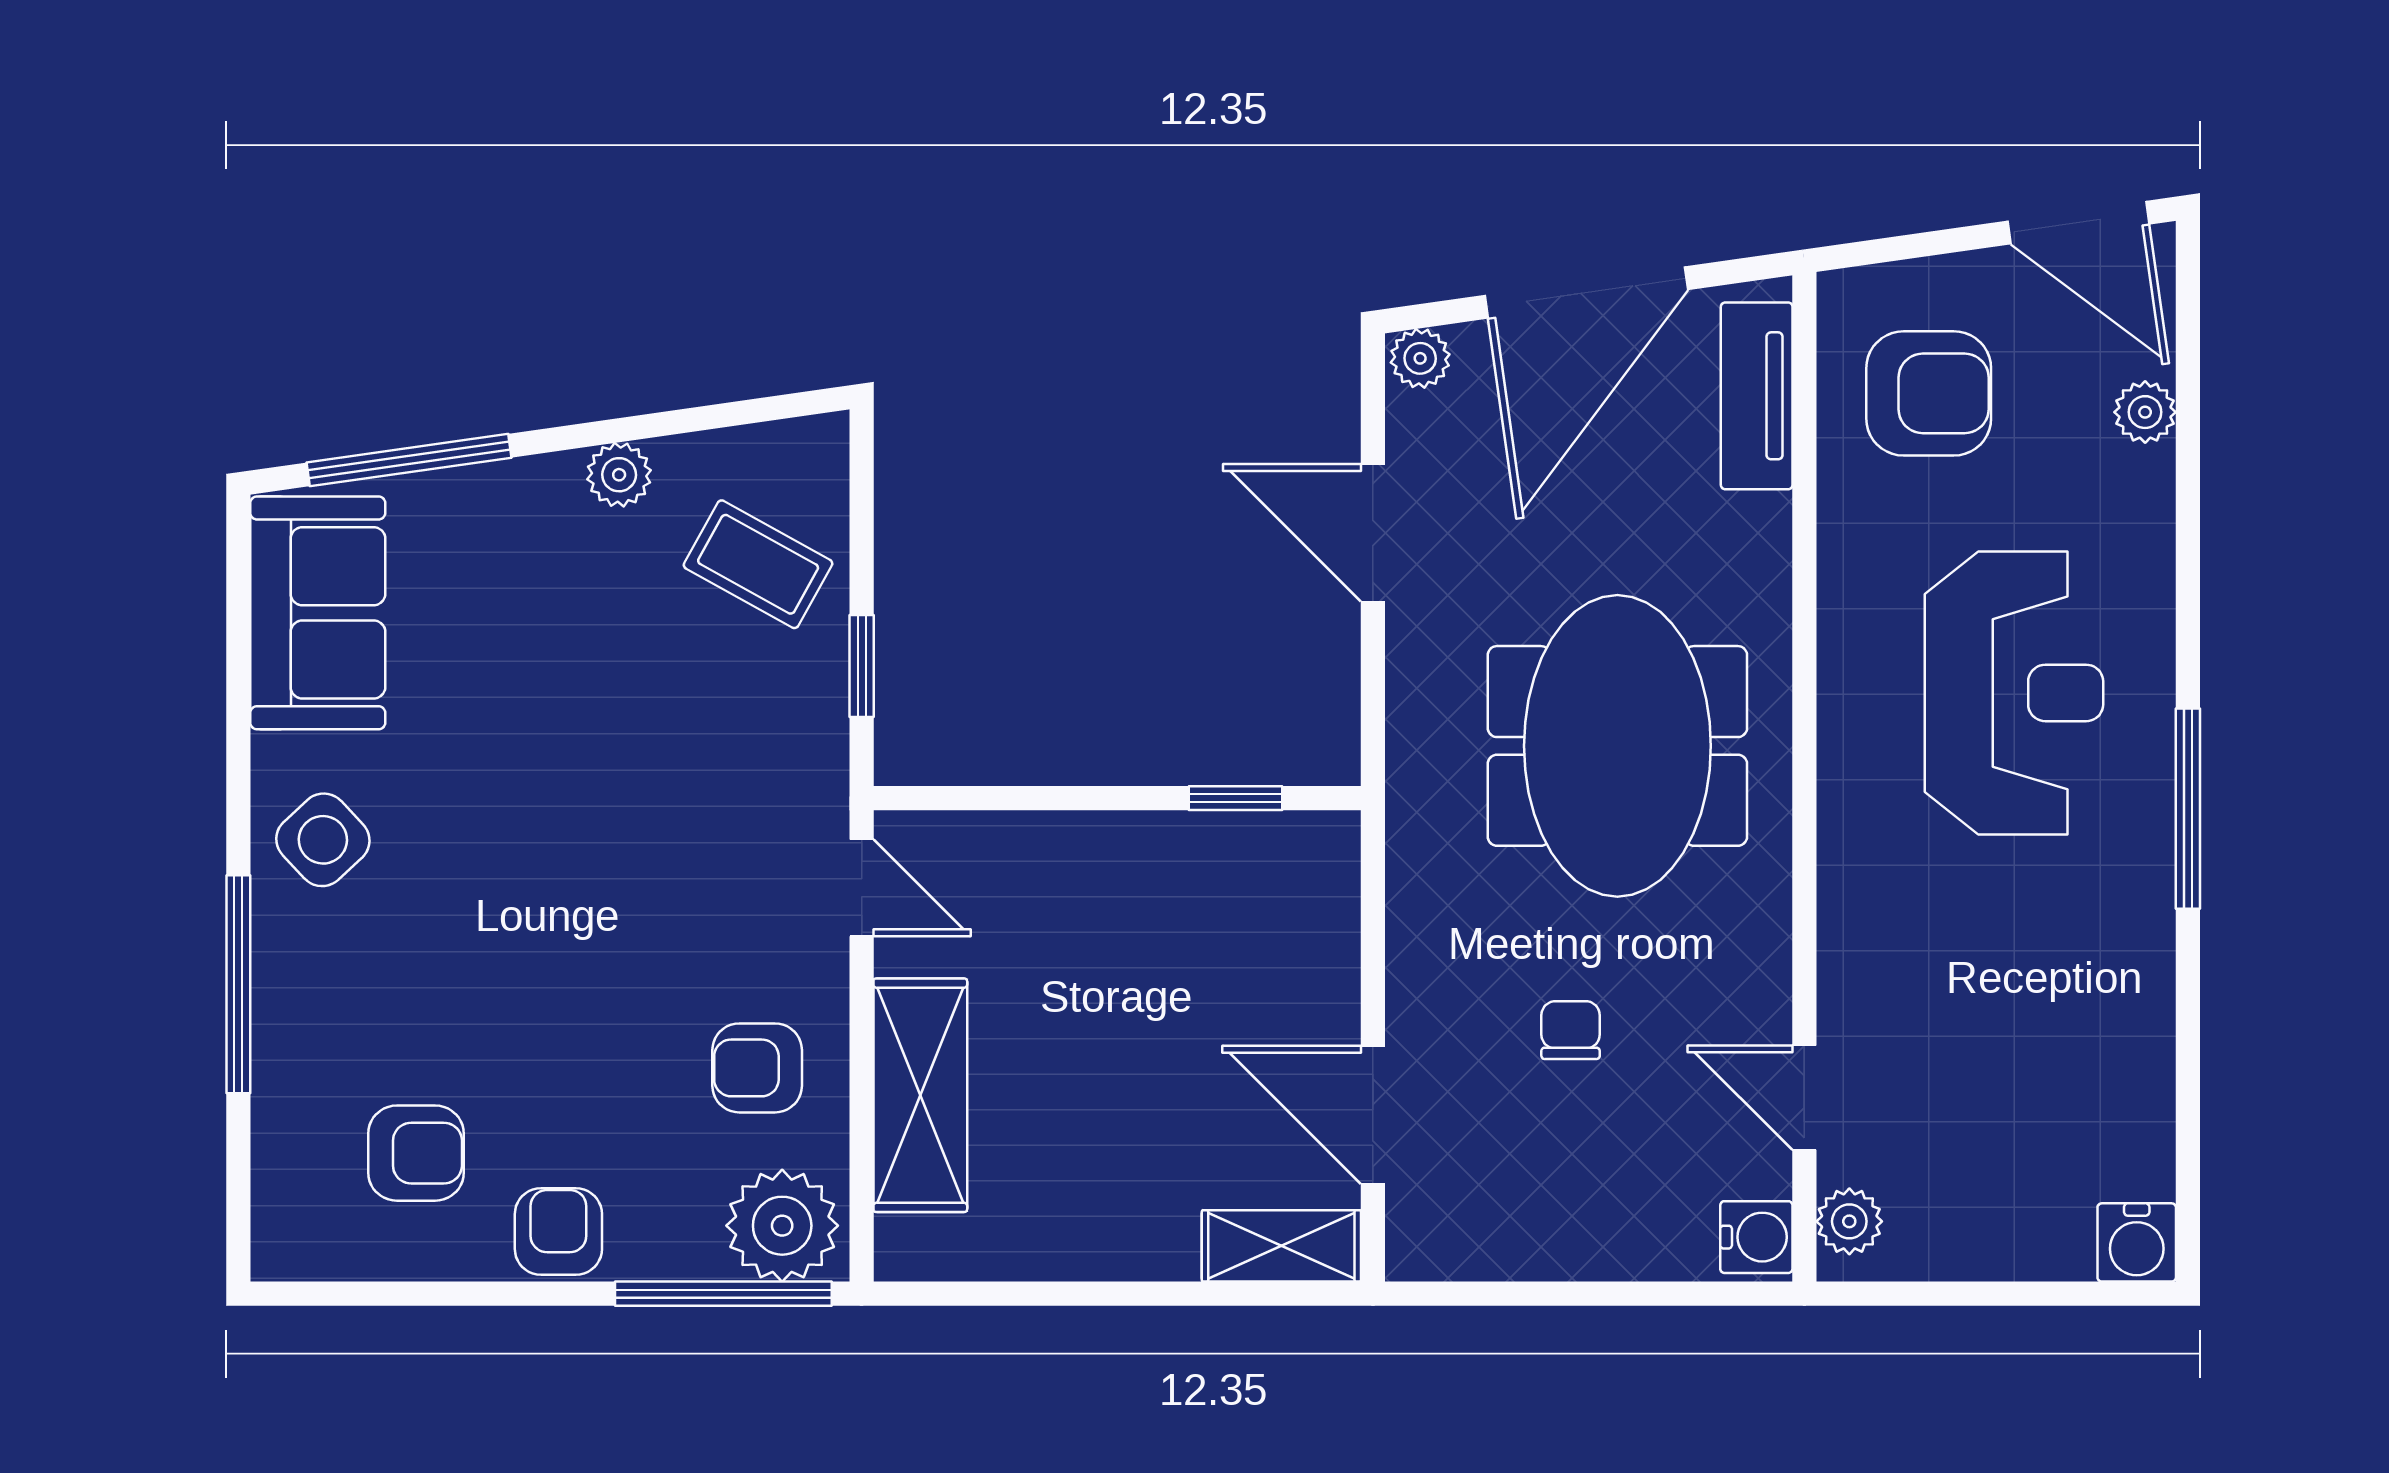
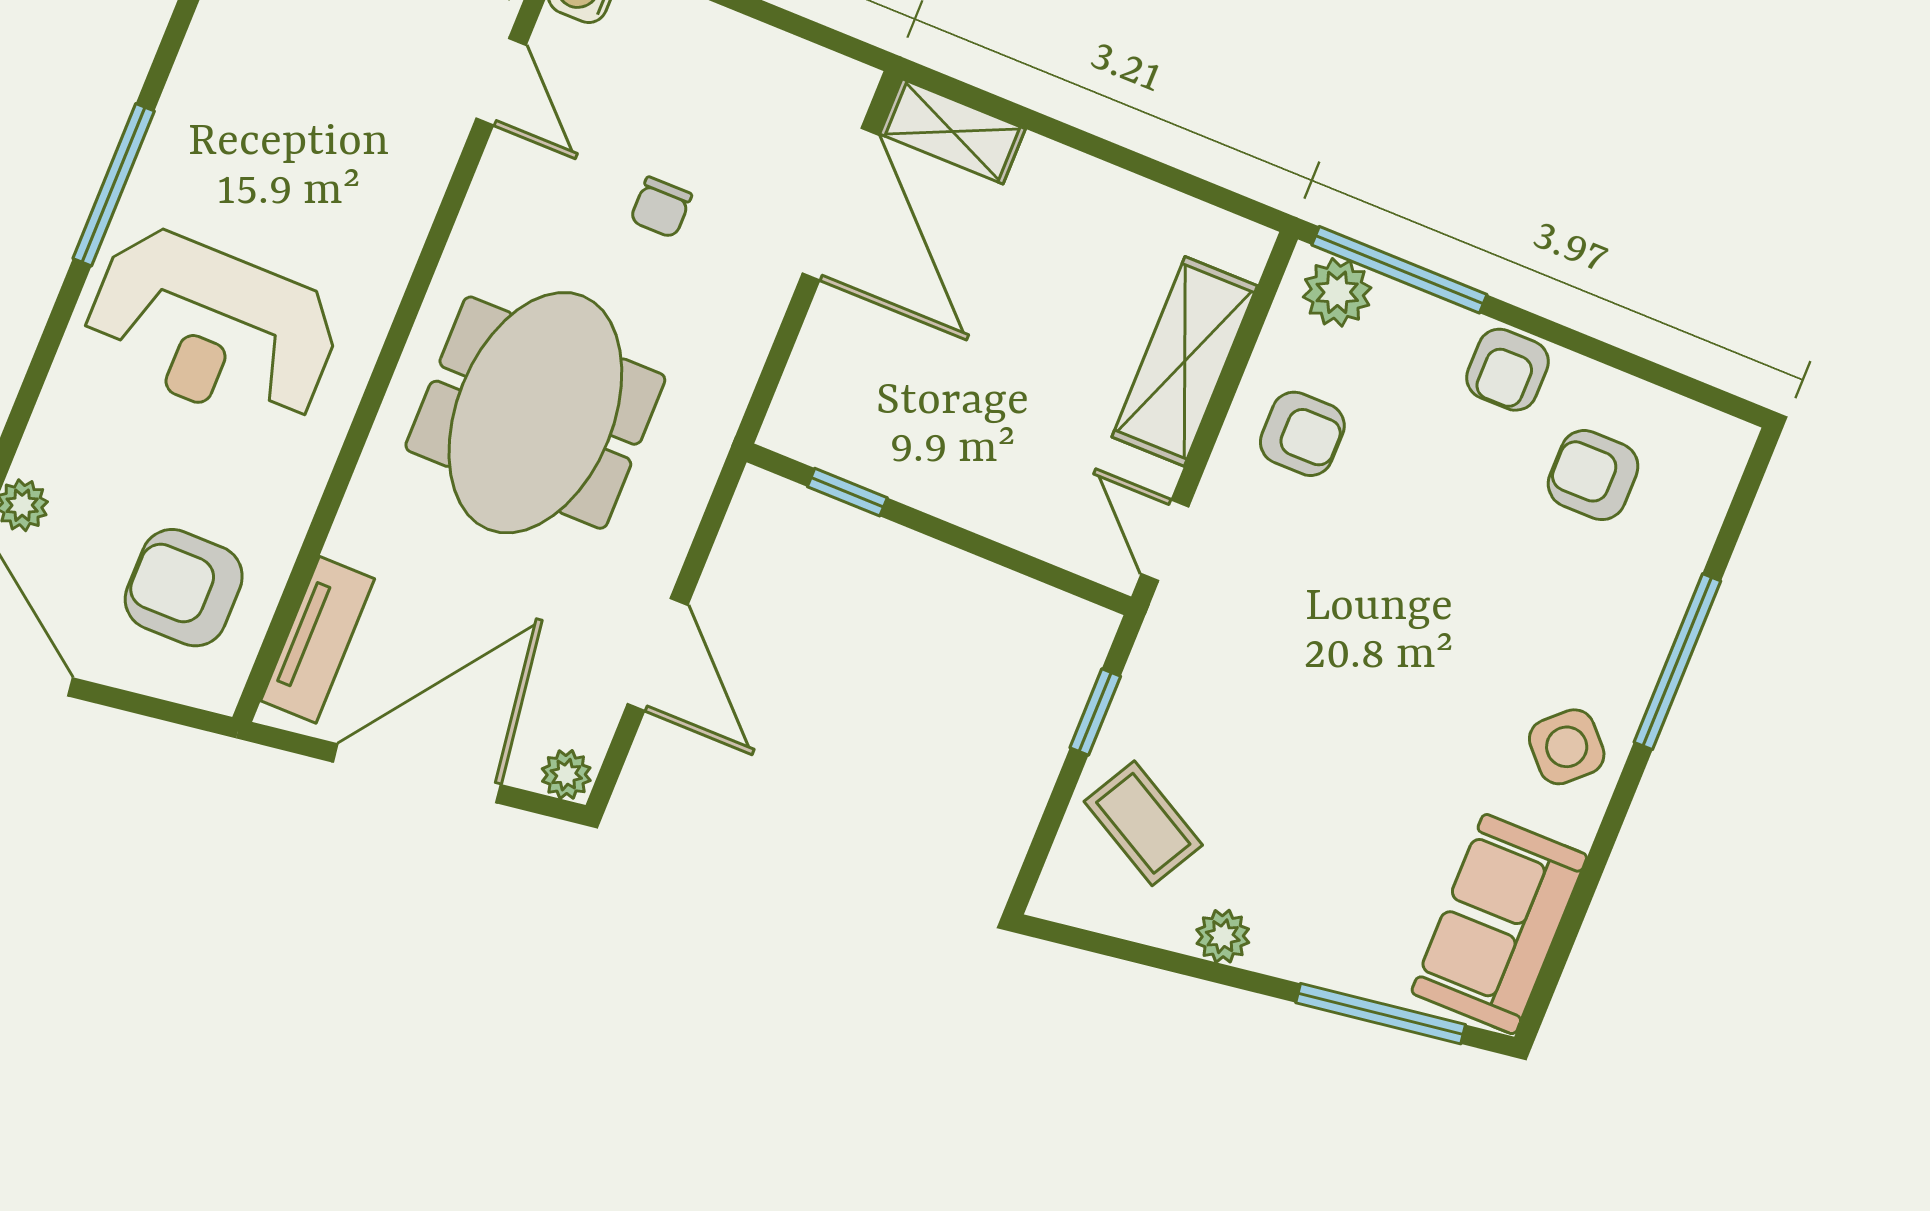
reception desk: (2014, 693) -> (212, 329), turned -90
door: (1373, 1115) -> (841, 204), width x1.36
plant: (782, 1226) -> (1337, 292), width x0.73, depth x0.73

